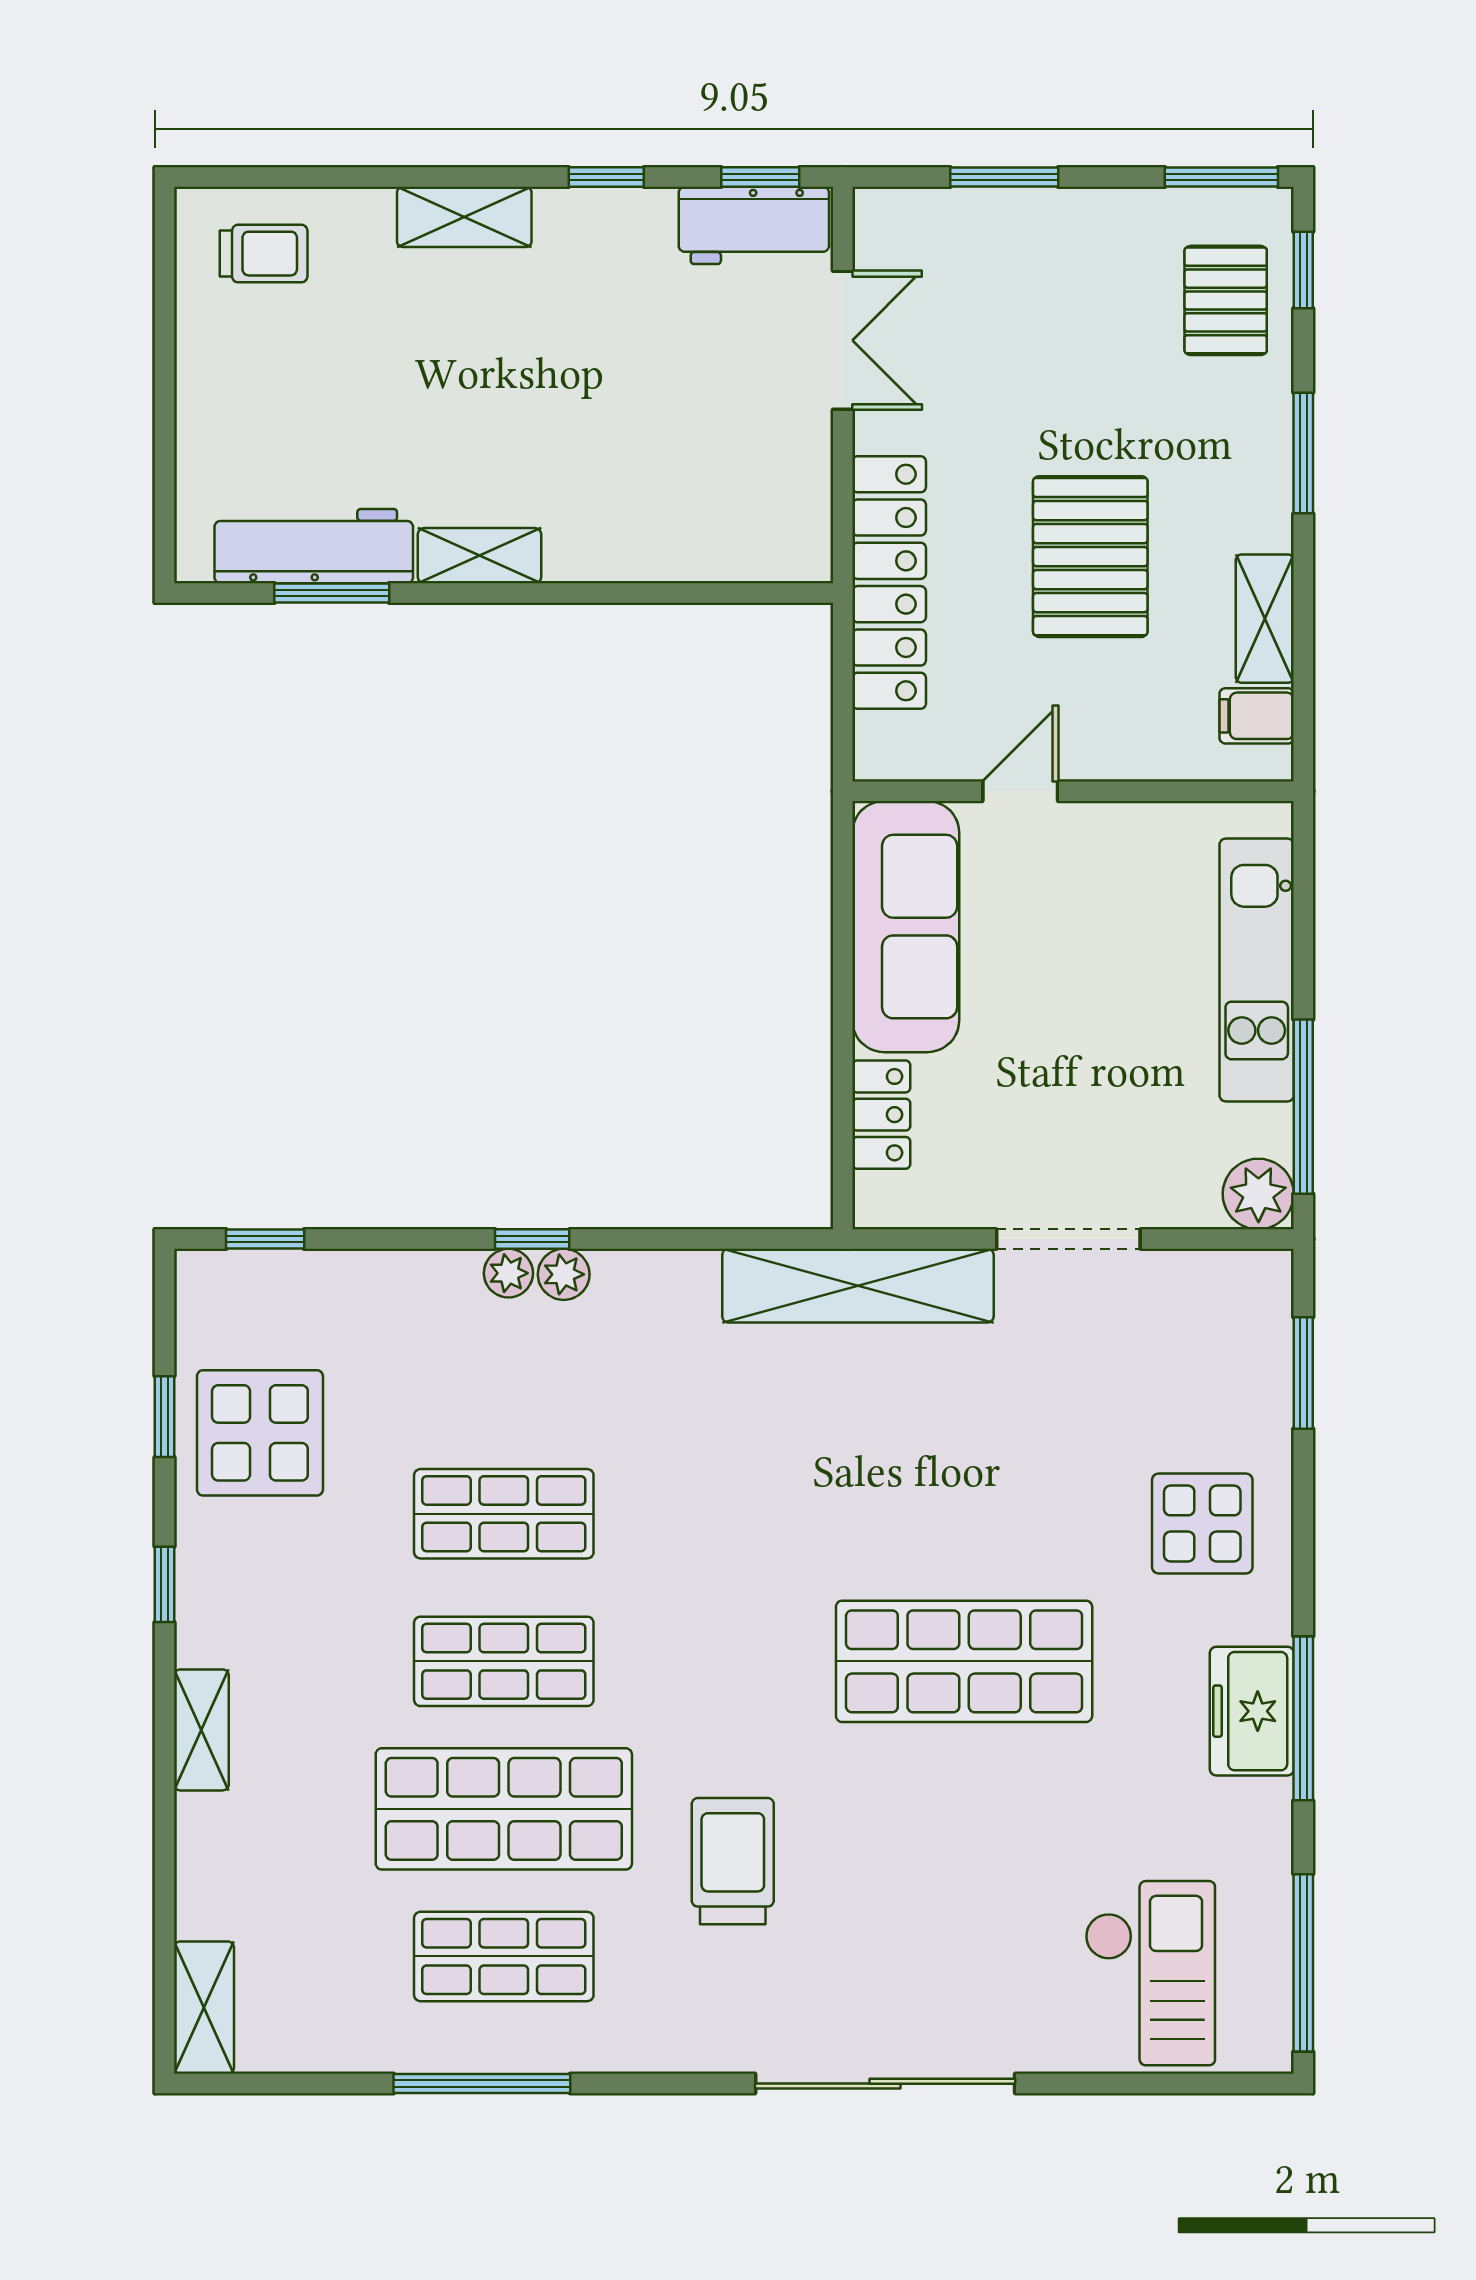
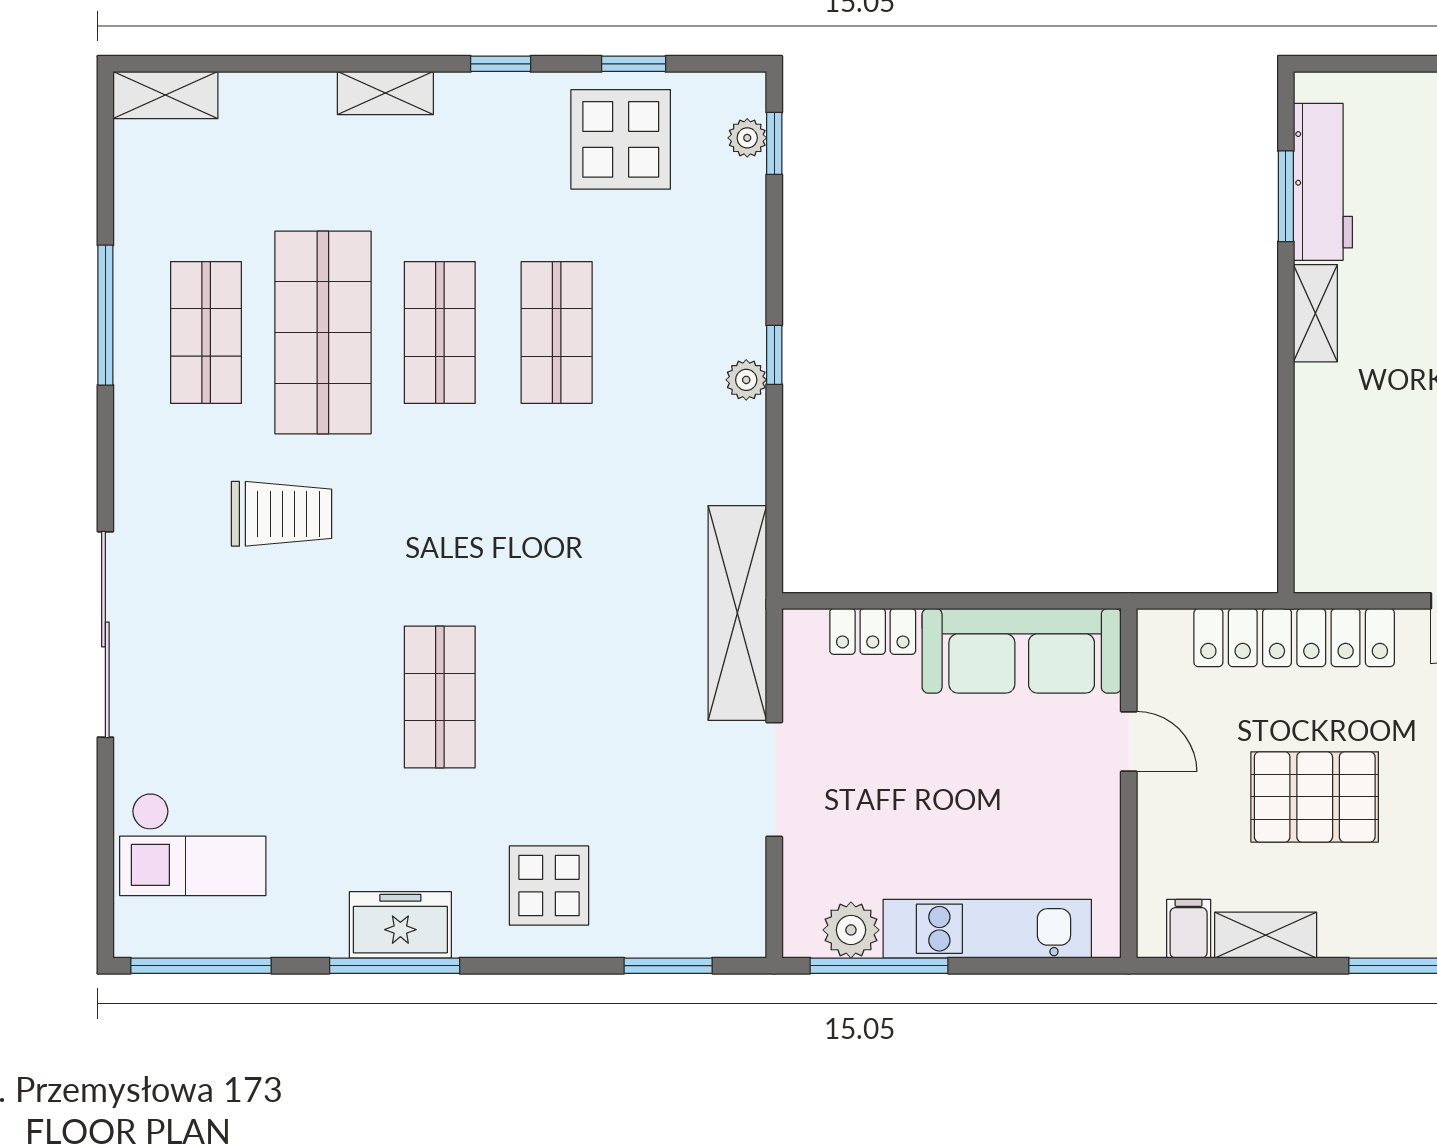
plant: (1258, 1194) -> (851, 930), moved
plant: (508, 1273) -> (747, 138), moved
shop shelf: (964, 1661) -> (440, 697), width x0.70, depth x0.74

